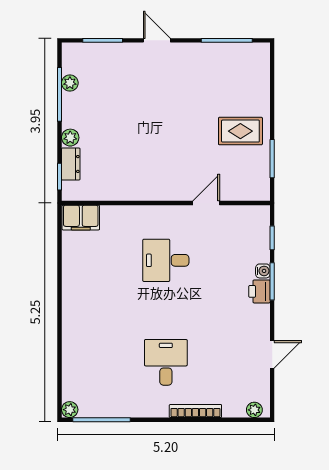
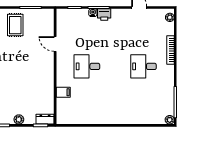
dresser: (71, 164) -> (45, 119), moved
filing cabinet: (81, 218) -> (63, 92), moved, width x0.50
desk: (166, 260) -> (87, 66), turned 90

